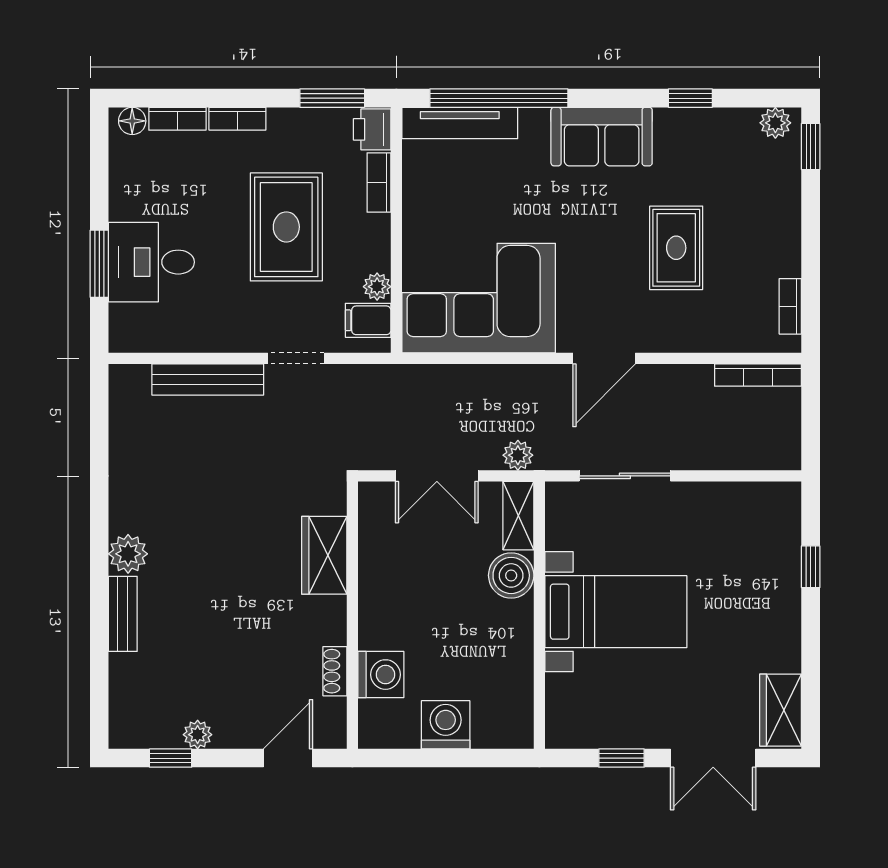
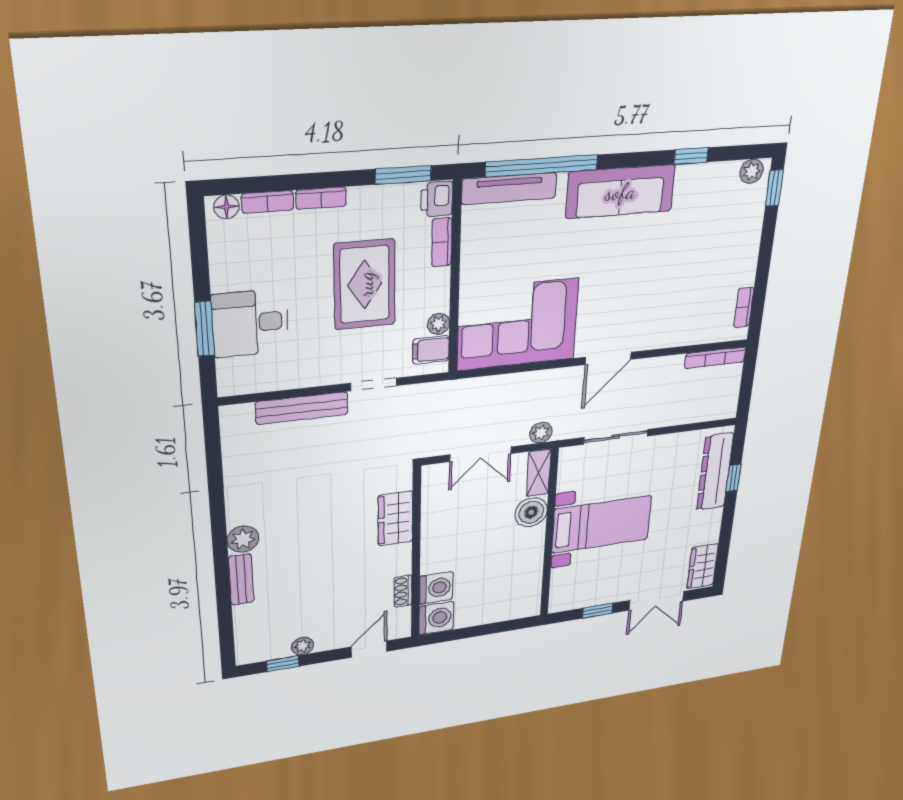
sofa: (602, 137) -> (621, 192), width x1.36
rug: (676, 248) -> (668, 273), removed
dresser: (780, 552) -> (715, 472), added
washing machine: (446, 725) -> (436, 618), moved, turned 90

